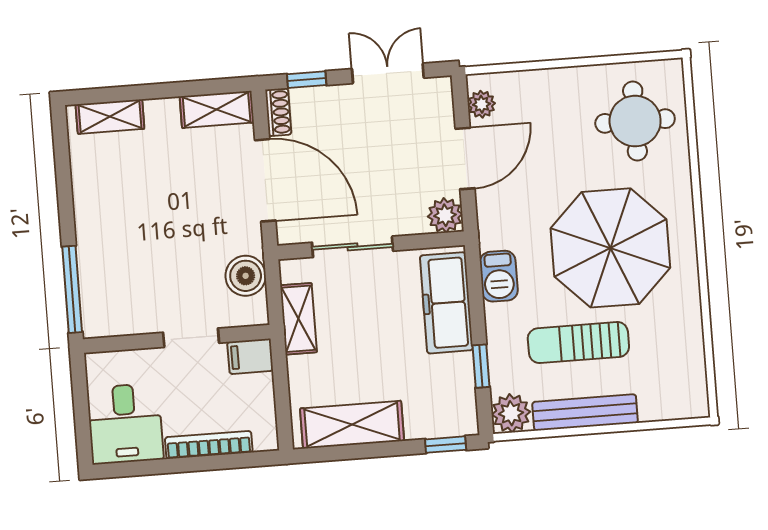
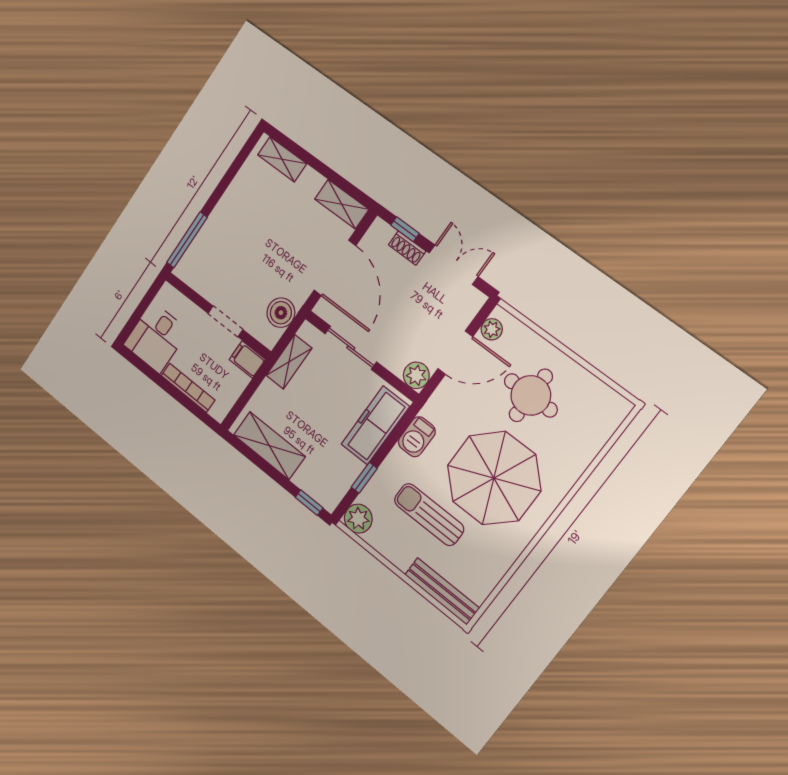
shoe rack: (278, 112) -> (407, 248), moved, turned 90
round table: (635, 121) -> (531, 395), moved
bench: (585, 412) -> (442, 591), moved

